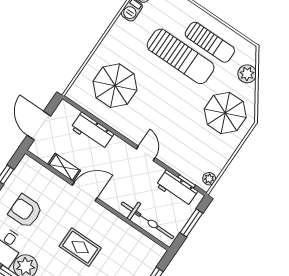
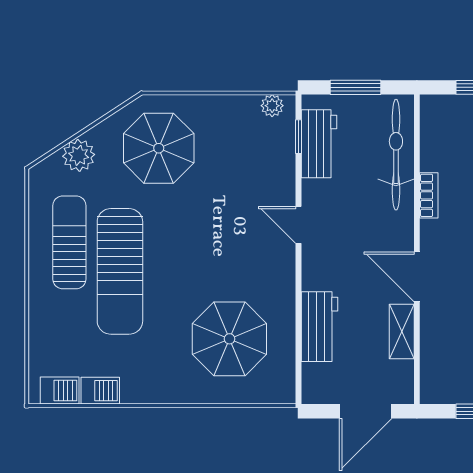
sun lounger: (181, 56) -> (120, 271), turned 180
door: (146, 153) -> (299, 225), hinge flipped
bookcase: (118, 223) -> (429, 195), added

